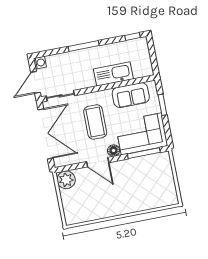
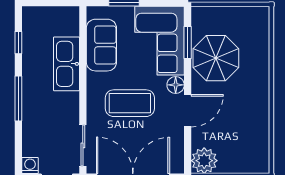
window: (133, 36) -> (18, 43), moved
window: (144, 153) -> (188, 43), width x0.69
parasol: (137, 174) -> (216, 58), added

